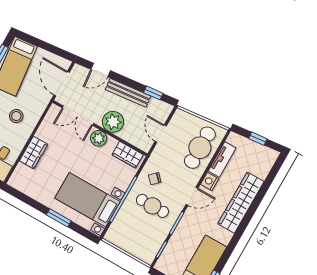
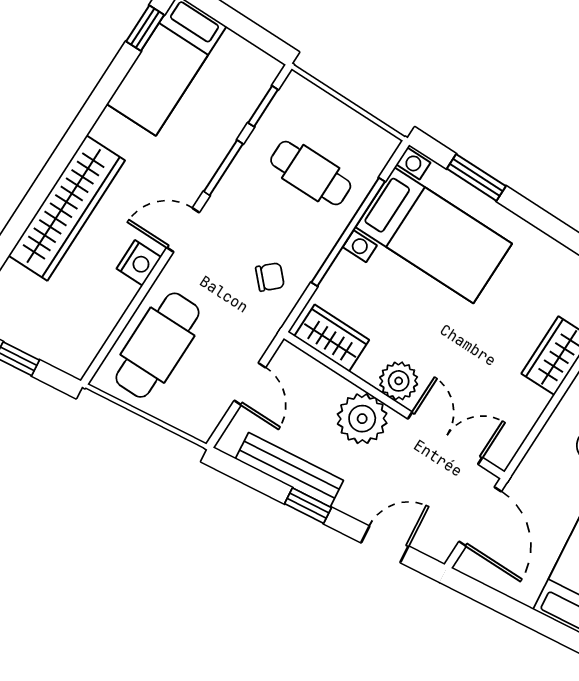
bench: (128, 93) -> (289, 470), moved
window: (153, 93) -> (308, 506), moved
tv unit: (222, 159) -> (106, 314), removed
cafe table: (152, 206) -> (311, 173), moved
window: (59, 218) -> (476, 177), moved

